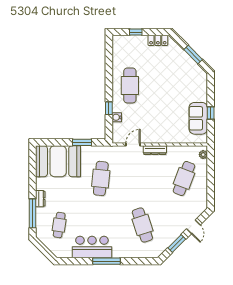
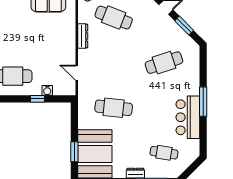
window: (82, 142) -> (74, 152), moved
dresser: (155, 150) -> (83, 36), moved

